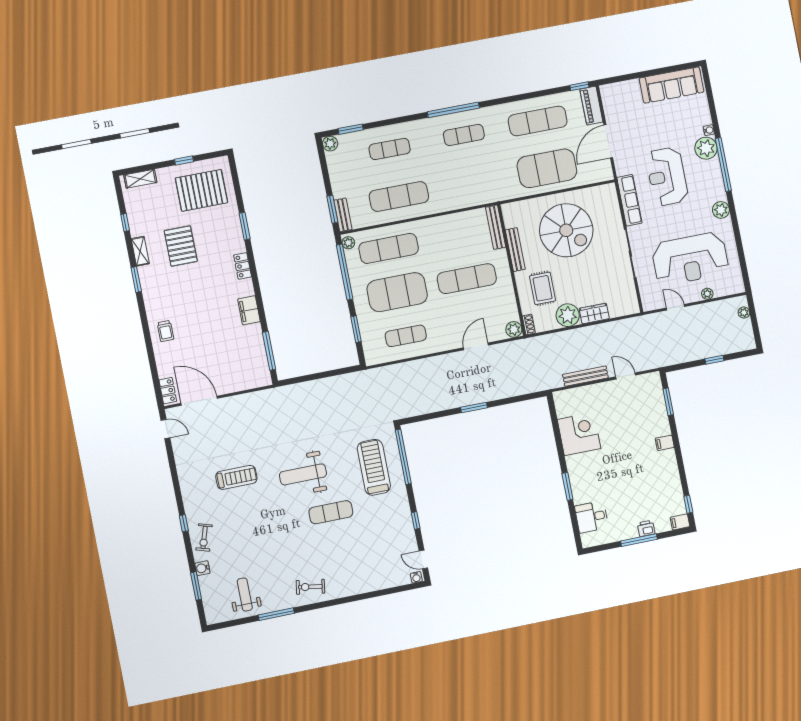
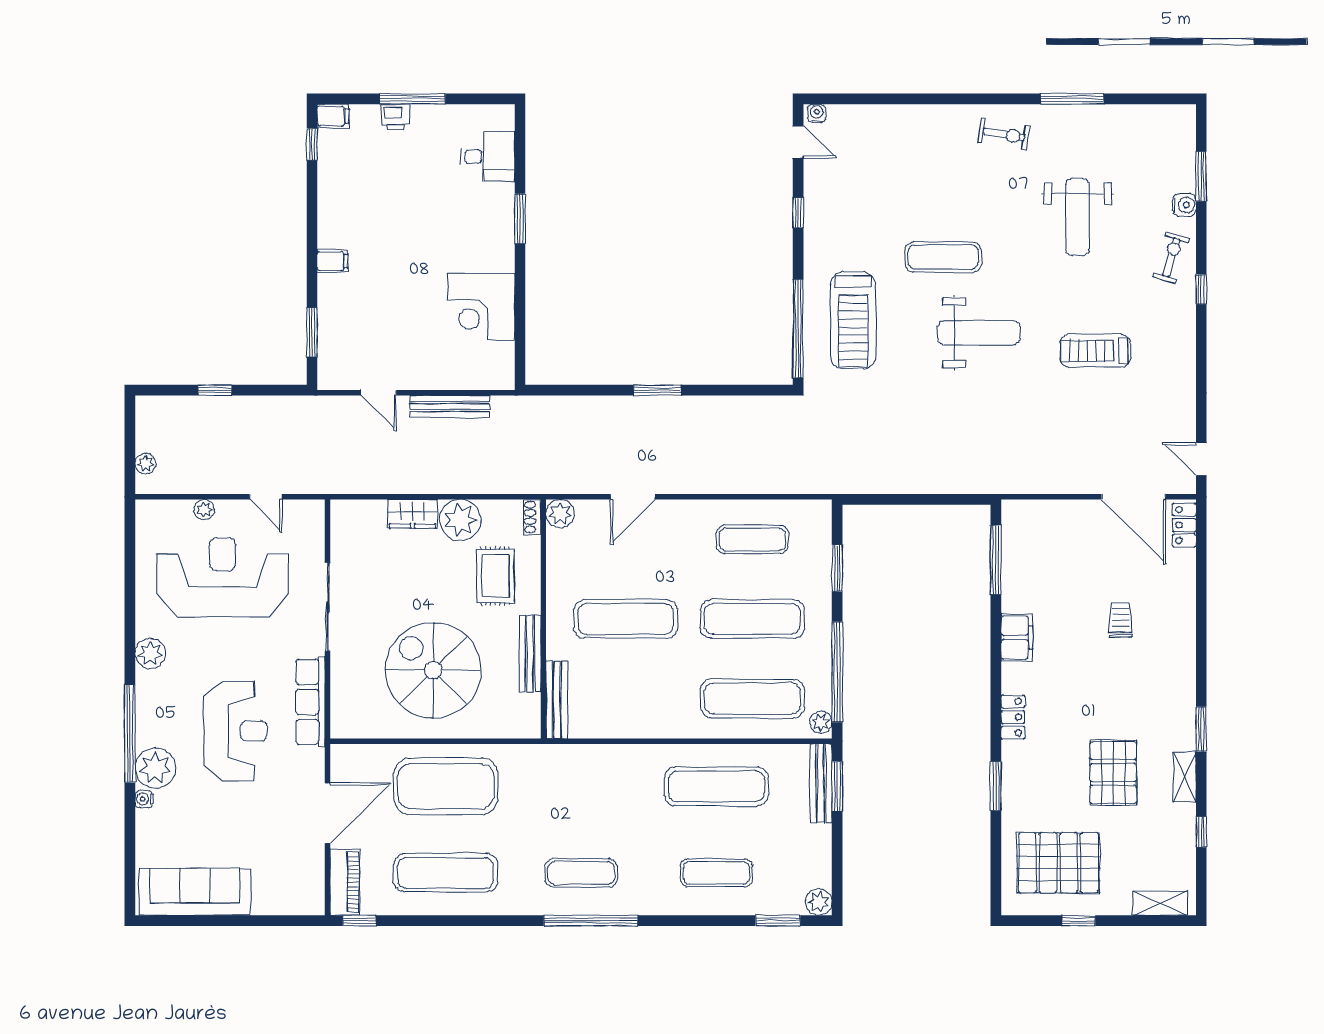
bench: (343, 215) -> (821, 783), width x1.36
exercise mat: (397, 292) -> (752, 619), width x0.68
trolley: (165, 331) -> (1121, 620), moved
weight bench: (245, 594) -> (1078, 217), moved, width x1.36, depth x1.33

